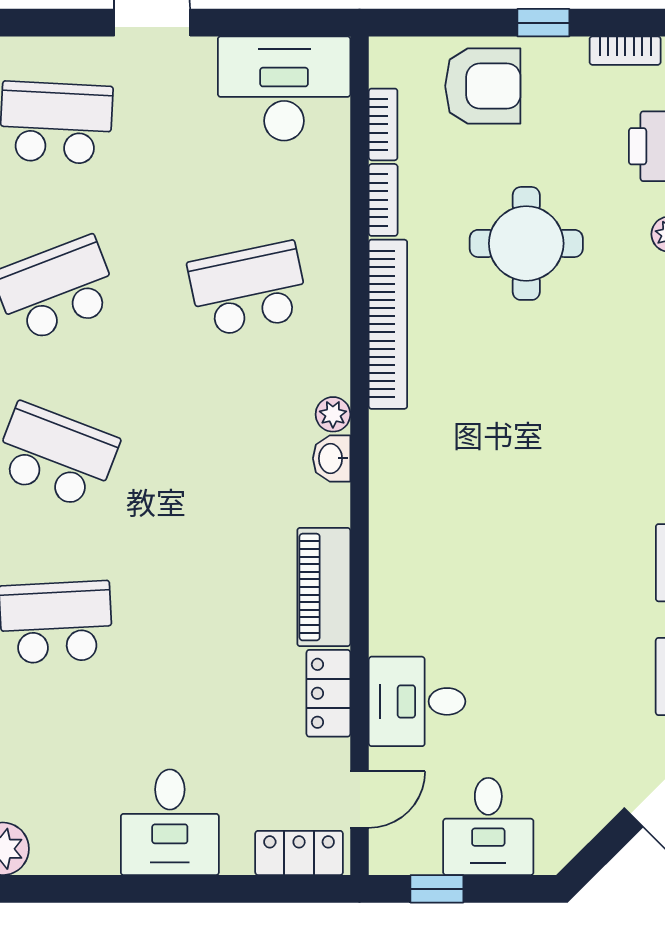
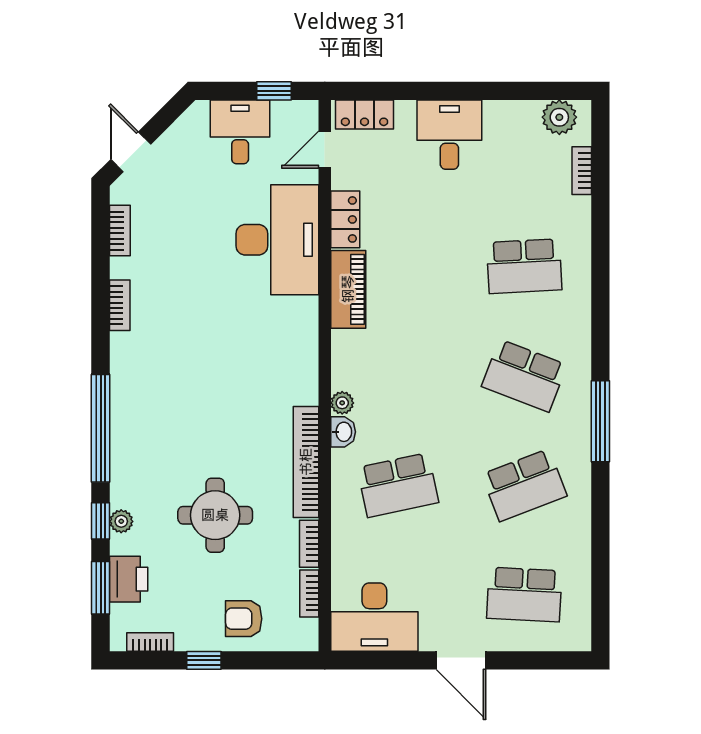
armchair: (483, 86) -> (244, 619), width x0.72, depth x0.72
washbasin: (332, 458) -> (343, 432), moved
desk: (417, 701) -> (277, 240), width x1.87, depth x1.30

